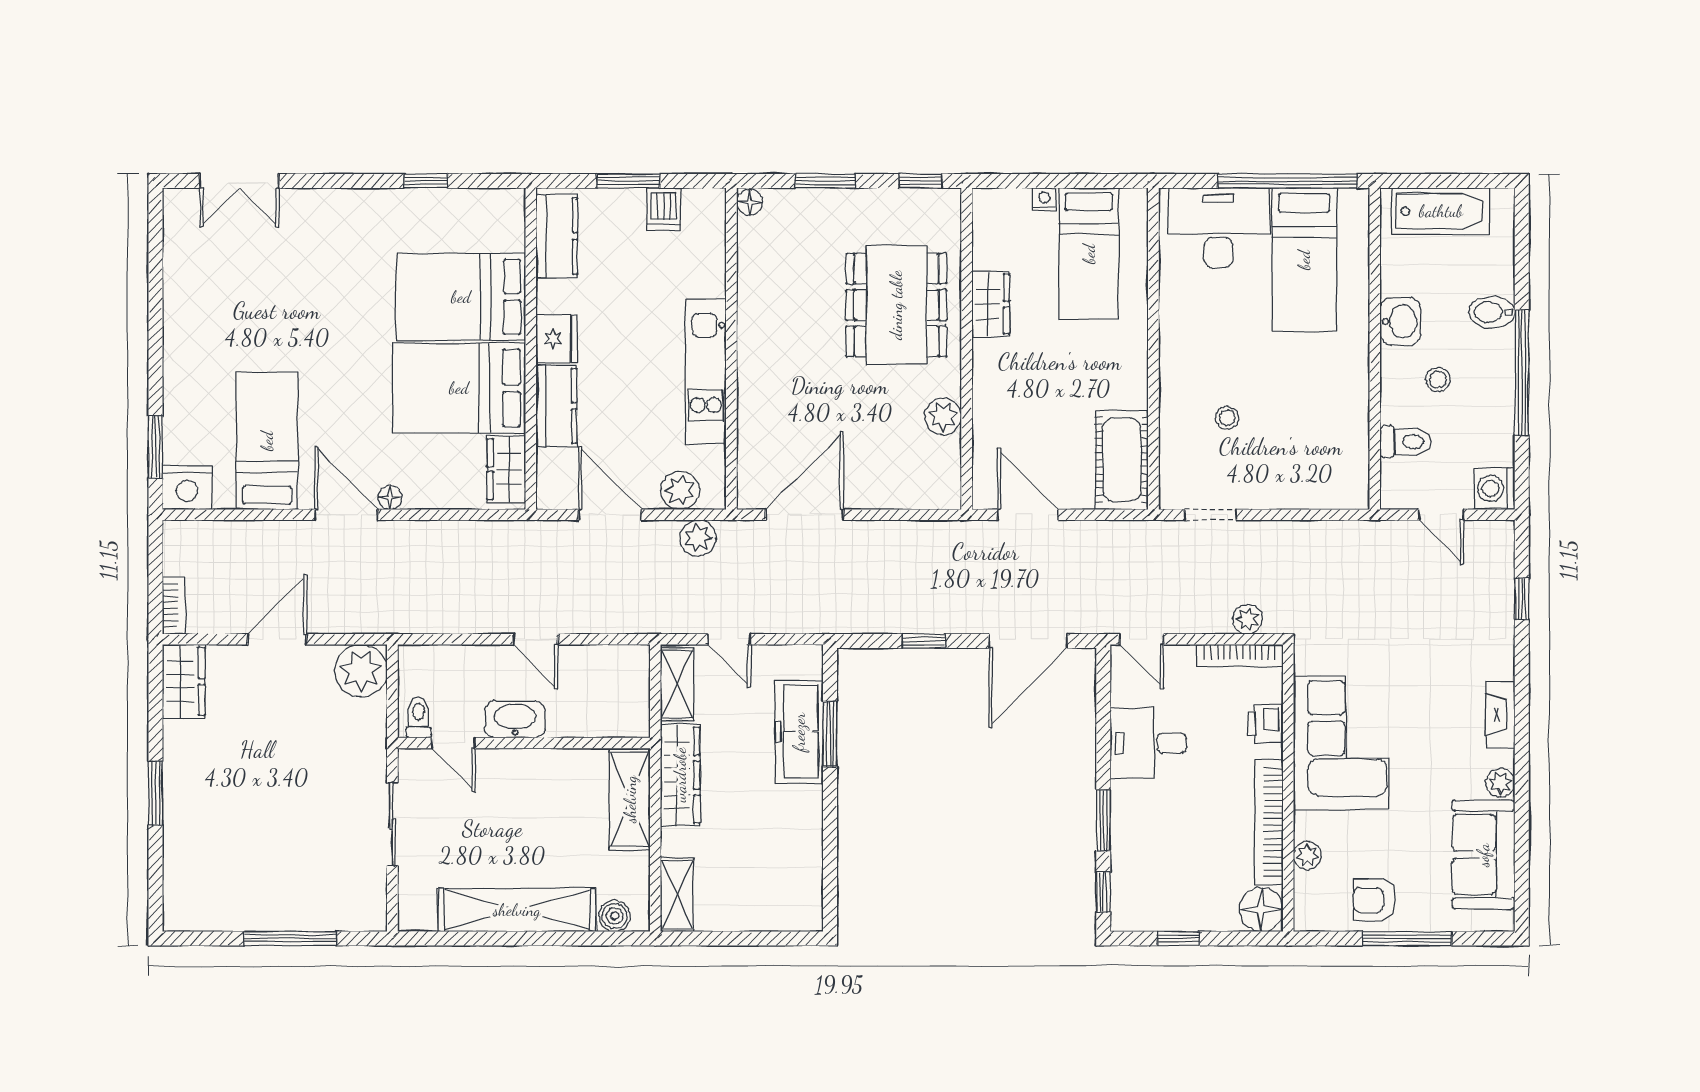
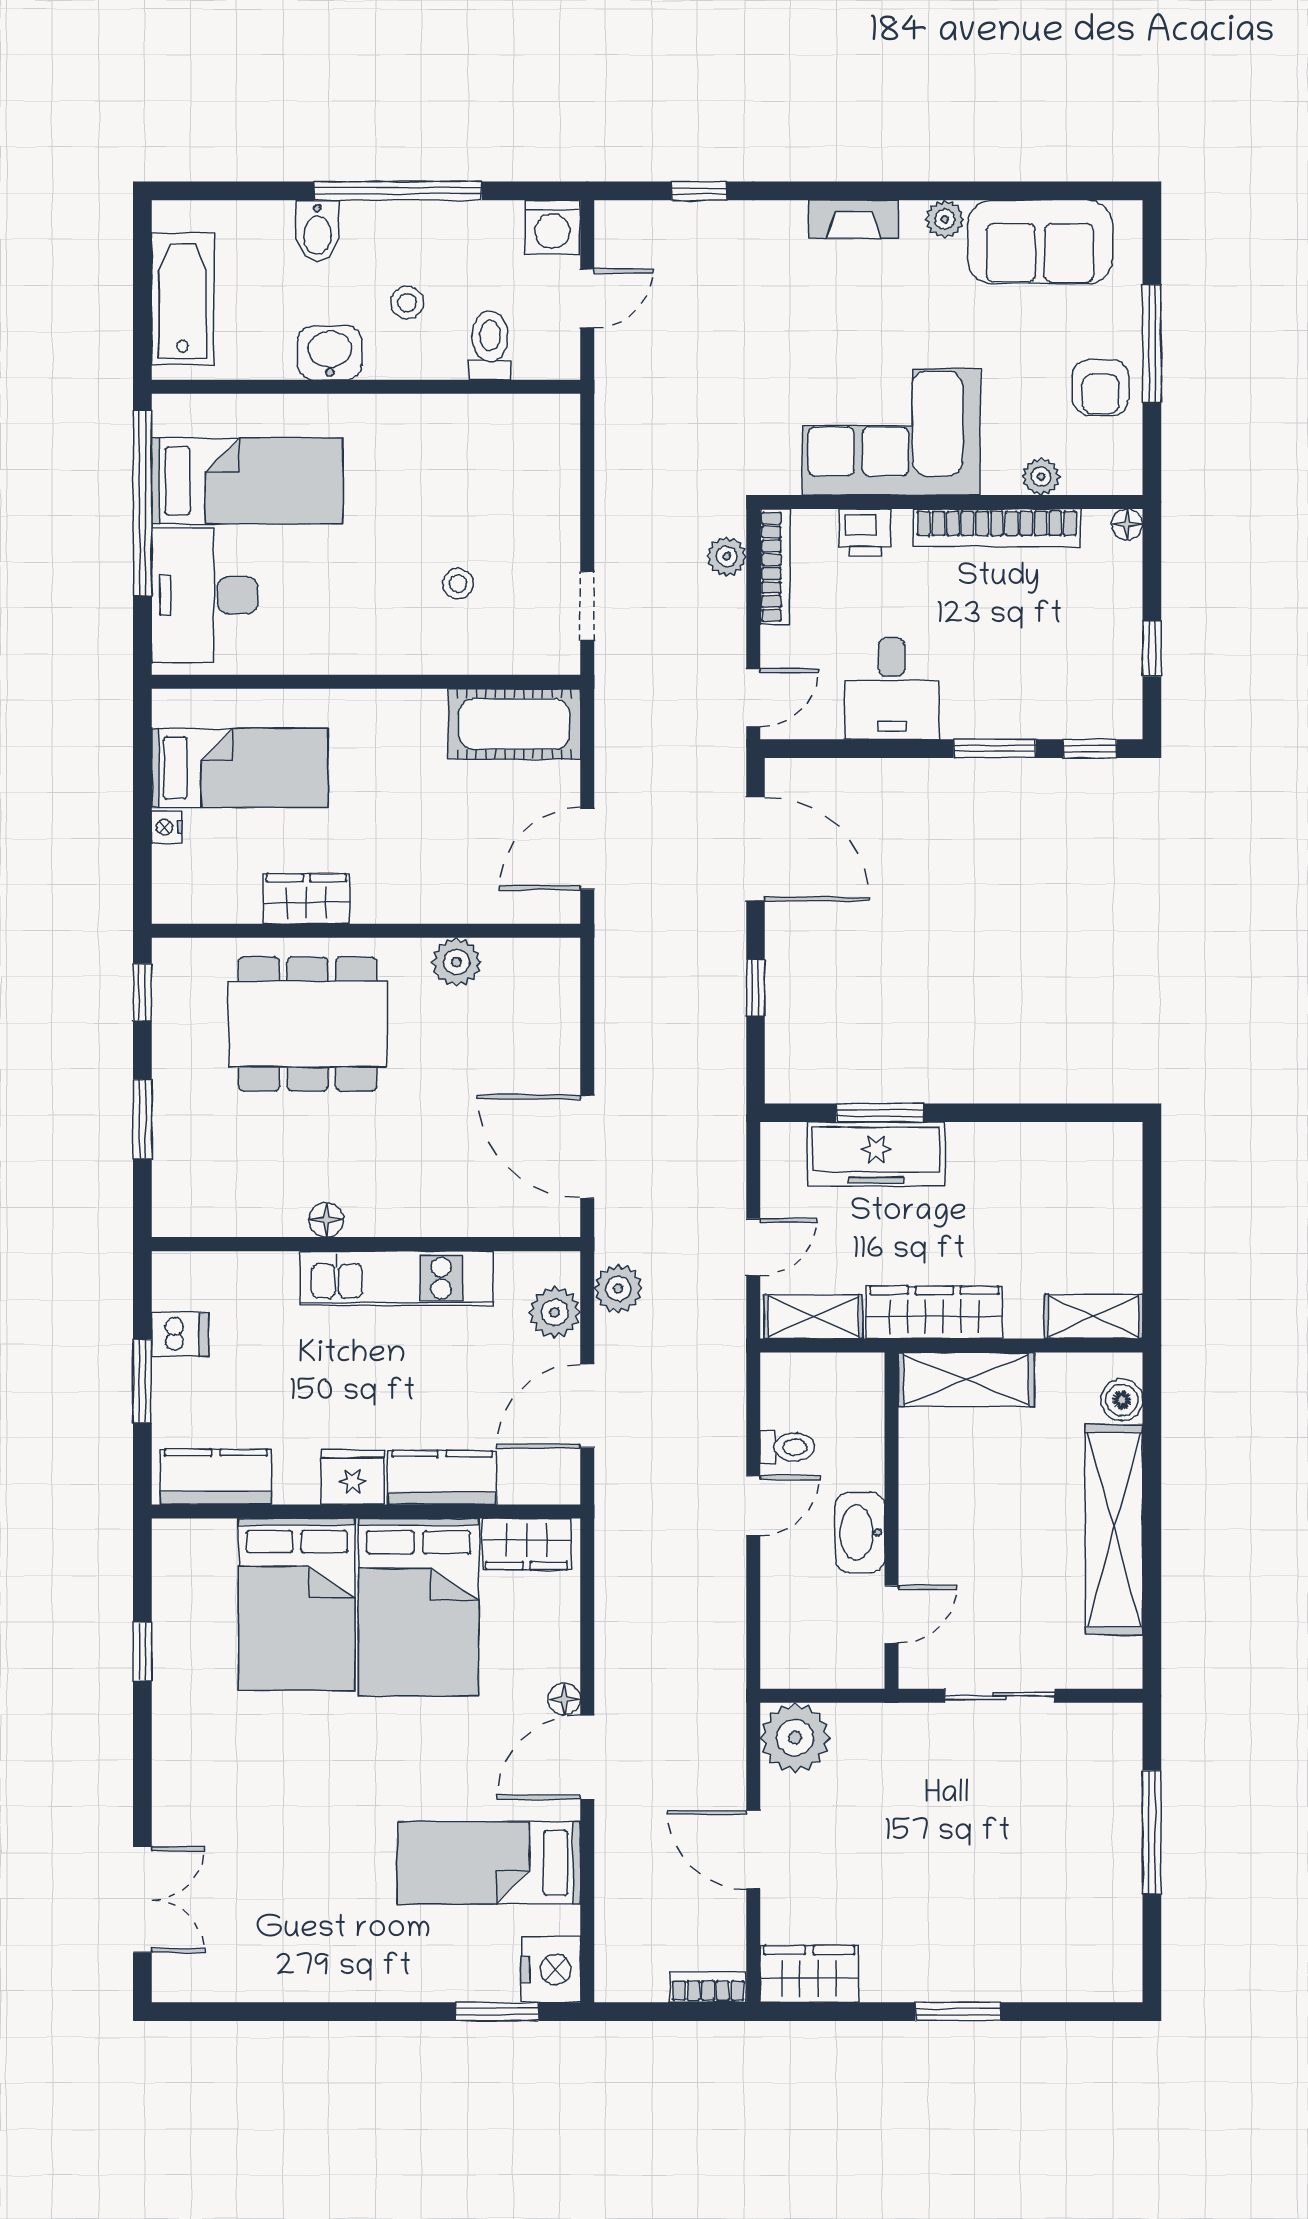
floor lamp: (750, 202) -> (326, 1220), moved
toilet: (419, 717) -> (787, 1447), moved, turned 180
floor lamp: (1261, 910) -> (1127, 524), width x0.53, depth x0.53

